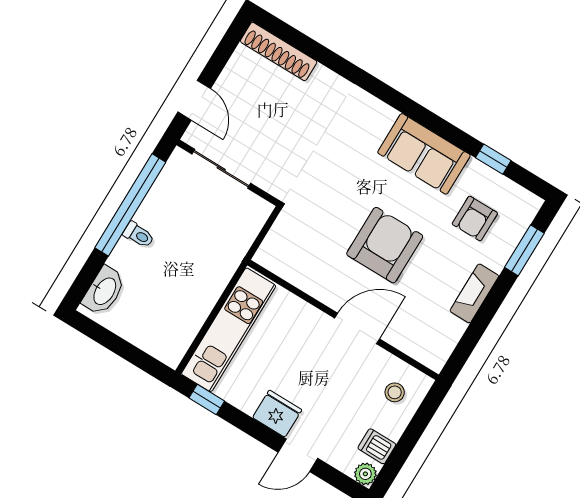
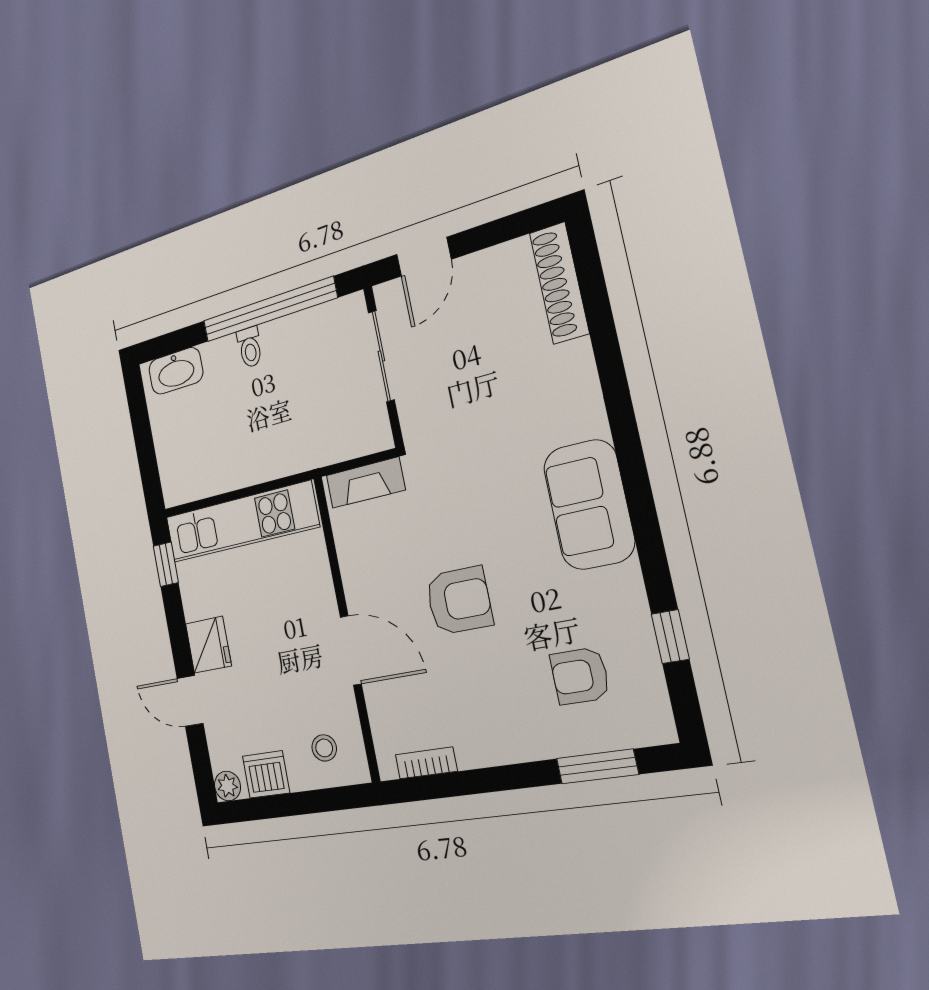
sofa: (424, 154) -> (589, 505), moved
armchair: (385, 245) -> (459, 601), width x0.73, depth x0.73
fireplace: (474, 293) -> (365, 483), moved, turned 180
bookcase: (451, 339) -> (426, 763), added
dishwasher: (377, 446) -> (266, 774), width x1.38

